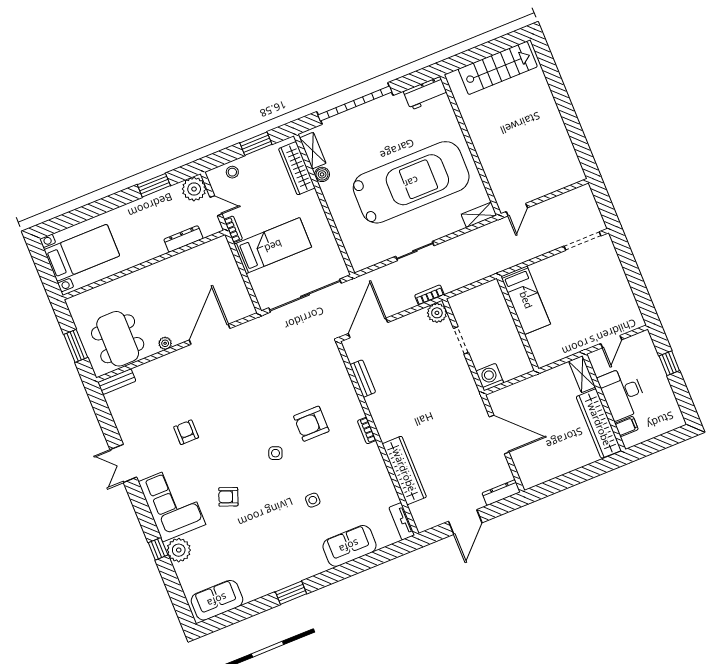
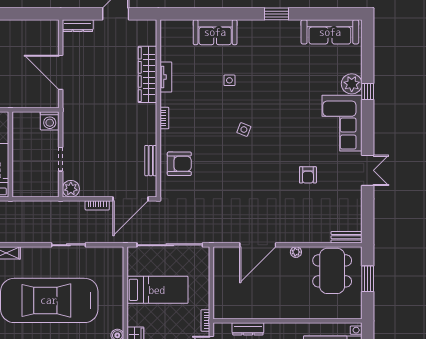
bed: (273, 246) -> (157, 290), moved, turned 180
bookcase: (429, 295) -> (97, 205), moved
armchair: (311, 424) -> (179, 164), moved
armchair: (228, 497) -> (295, 110), removed
tv unit: (402, 521) -> (166, 77), moved
sofa: (217, 600) -> (330, 32), width x1.36

